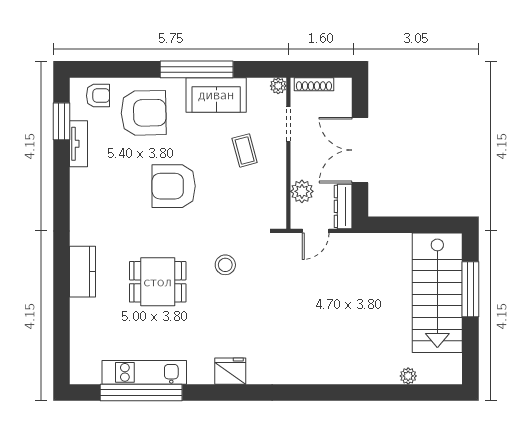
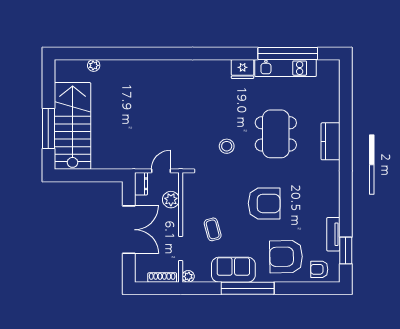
dresser: (343, 206) -> (141, 184), width x0.70
dining table: (158, 282) -> (276, 134), width x1.38
fridge: (230, 371) -> (243, 69), moved

